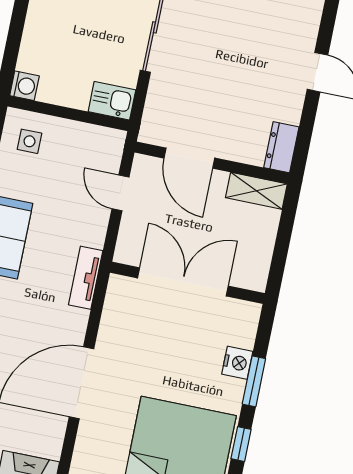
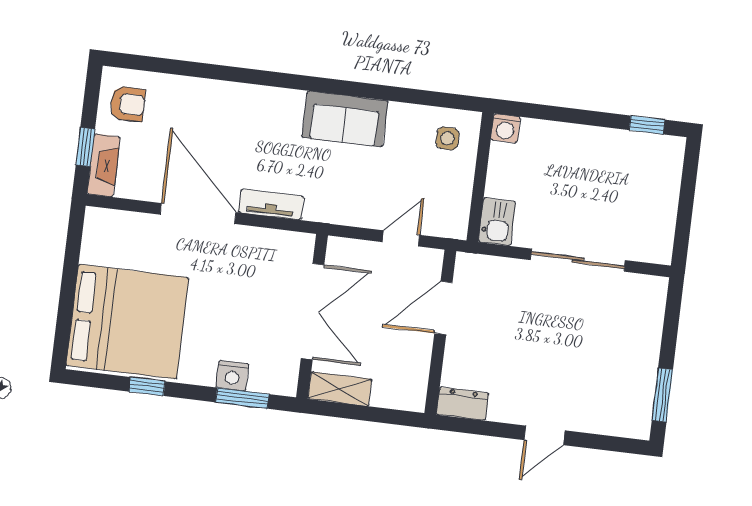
shelving: (256, 191) -> (340, 389), moved, turned 90
tv unit: (86, 278) -> (271, 204), moved
window: (254, 381) -> (242, 398), moved

